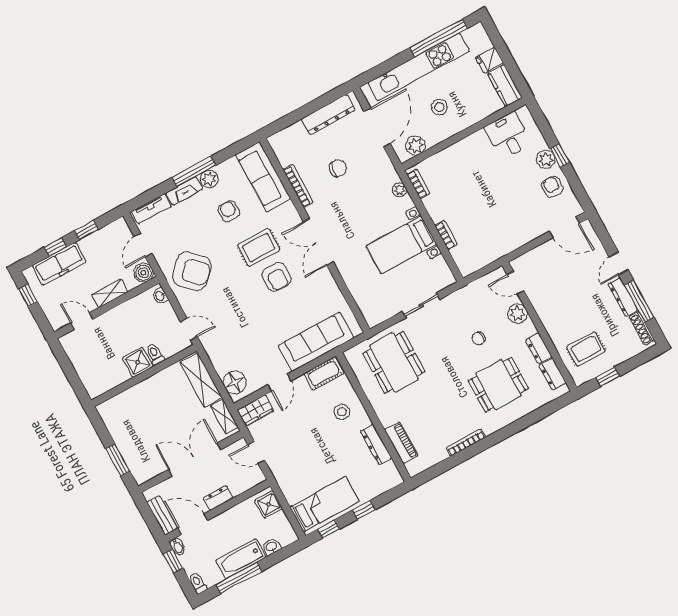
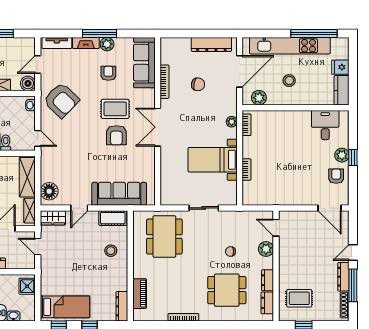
dresser: (376, 444) -> (122, 306), moved

